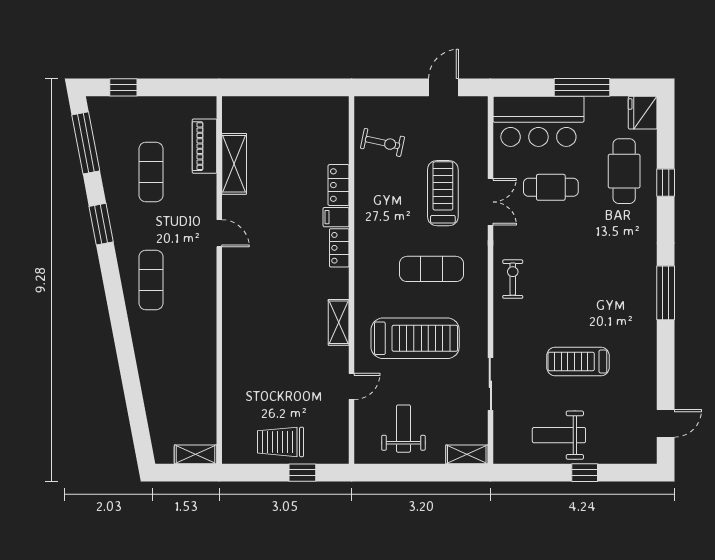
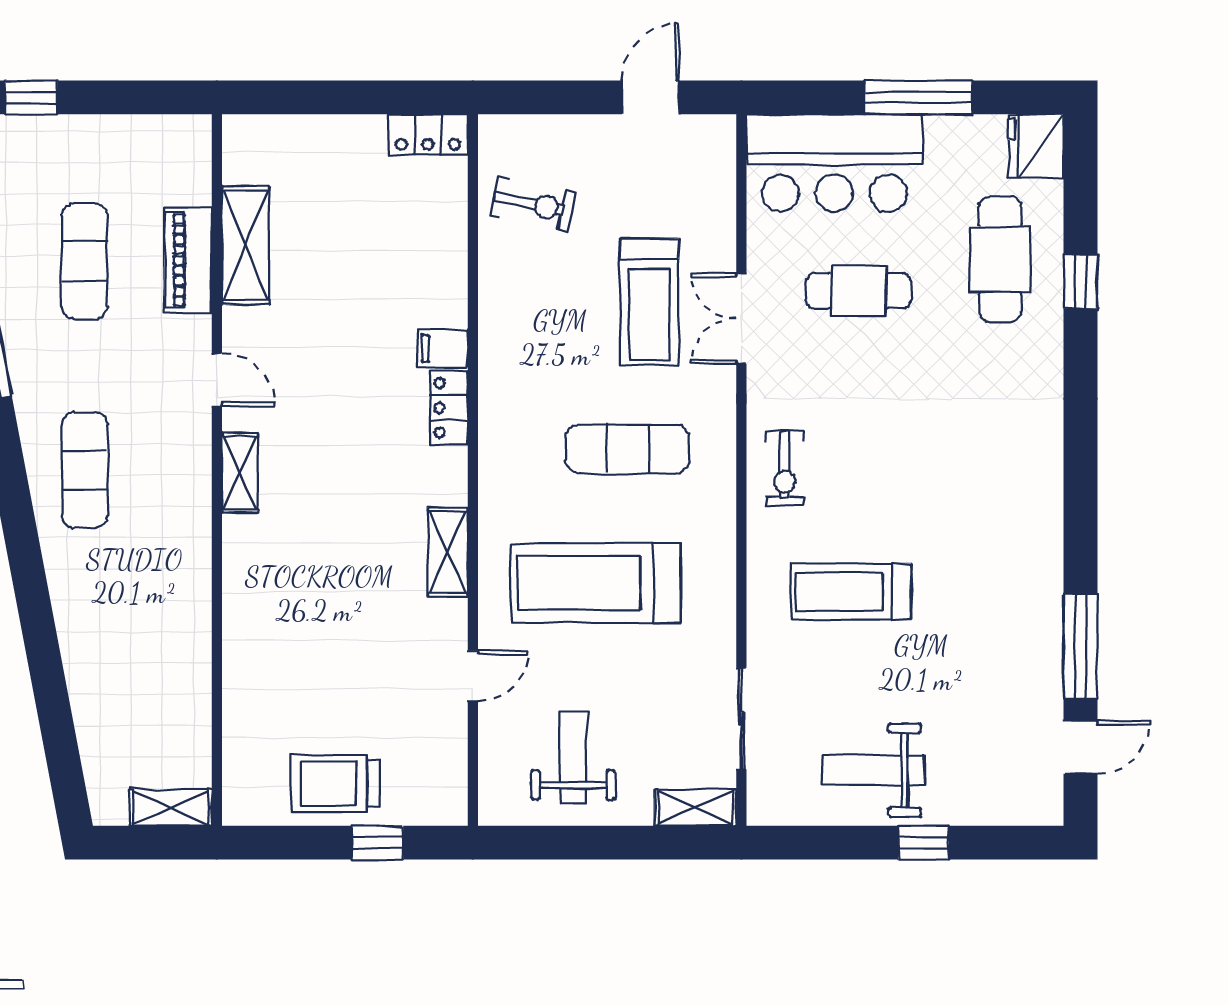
piano: (204, 146) -> (188, 260), moved
locker: (339, 185) -> (428, 134), moved, turned -90
treadmill: (443, 193) -> (649, 302), turned 180
double door: (490, 202) -> (741, 319), swing flipped
exercise bike: (513, 279) -> (785, 468), turned 180
shelving: (231, 281) -> (240, 473), added
window: (666, 293) -> (1080, 646), moved
treadmill: (415, 338) -> (596, 583), turned 180
treadmill: (578, 361) -> (851, 592), moved
sliding door: (490, 384) -> (741, 719), moved

